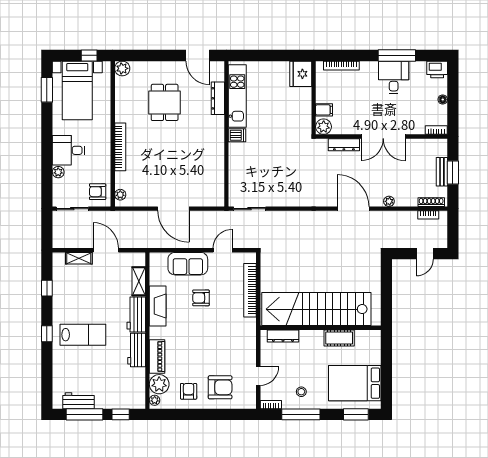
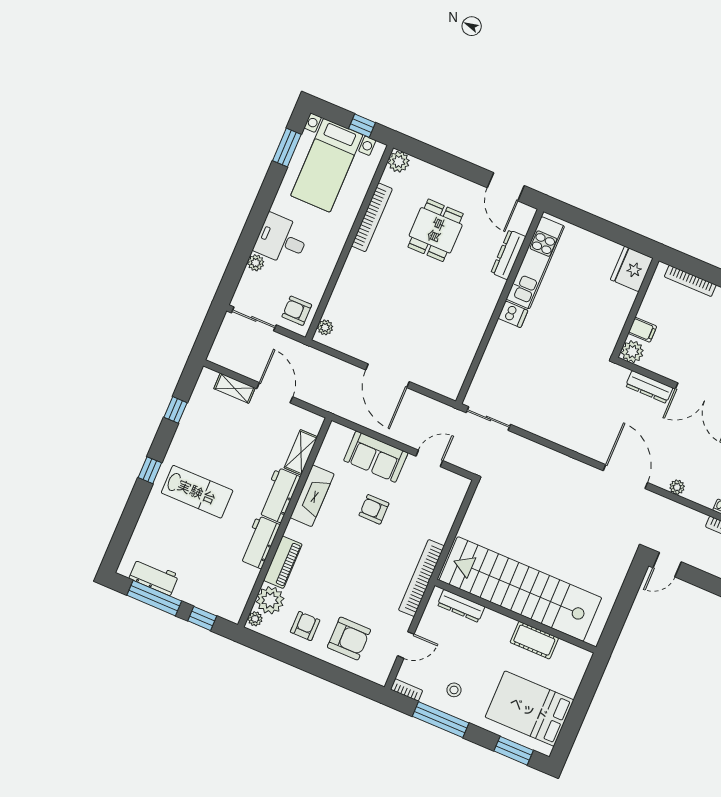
bookcase: (120, 147) -> (372, 217), moved
door: (425, 254) -> (667, 565), moved
bookcase: (250, 290) -> (421, 578), moved

